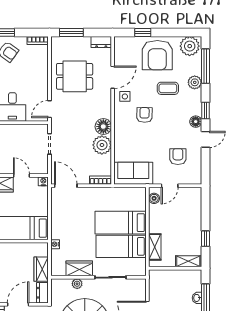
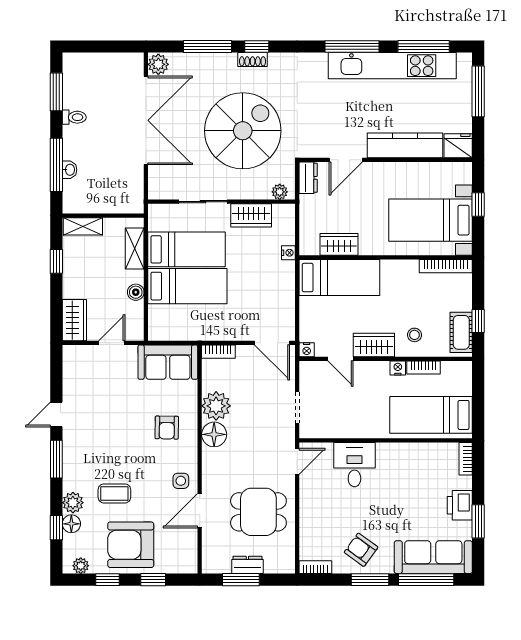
window: (71, 32) -> (241, 580), moved
window: (172, 32) -> (107, 580), added
dresser: (101, 42) -> (247, 565), moved
plant: (190, 46) -> (81, 566), width x0.53, depth x0.53
armchair: (157, 55) -> (131, 545), turned -90
window: (205, 66) -> (56, 528), width x0.46
window: (205, 111) -> (56, 459), width x1.50
armchair: (144, 115) -> (167, 428), moved
floor lamp: (196, 122) -> (71, 524), moved
armchair: (178, 157) -> (99, 388), removed
boiler: (154, 198) -> (136, 292), moved
wardrobe: (194, 201) -> (74, 320), added
wardrobe: (41, 269) -> (339, 244), moved, turned -90
plant: (77, 284) -> (280, 192), moved

